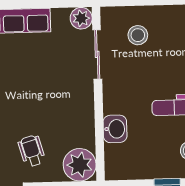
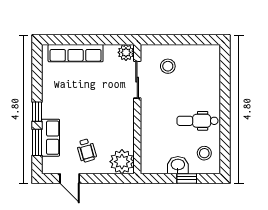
washbasin: (115, 129) -> (178, 165), moved, turned -90
wheelchair: (32, 151) -> (87, 150), turned 180

